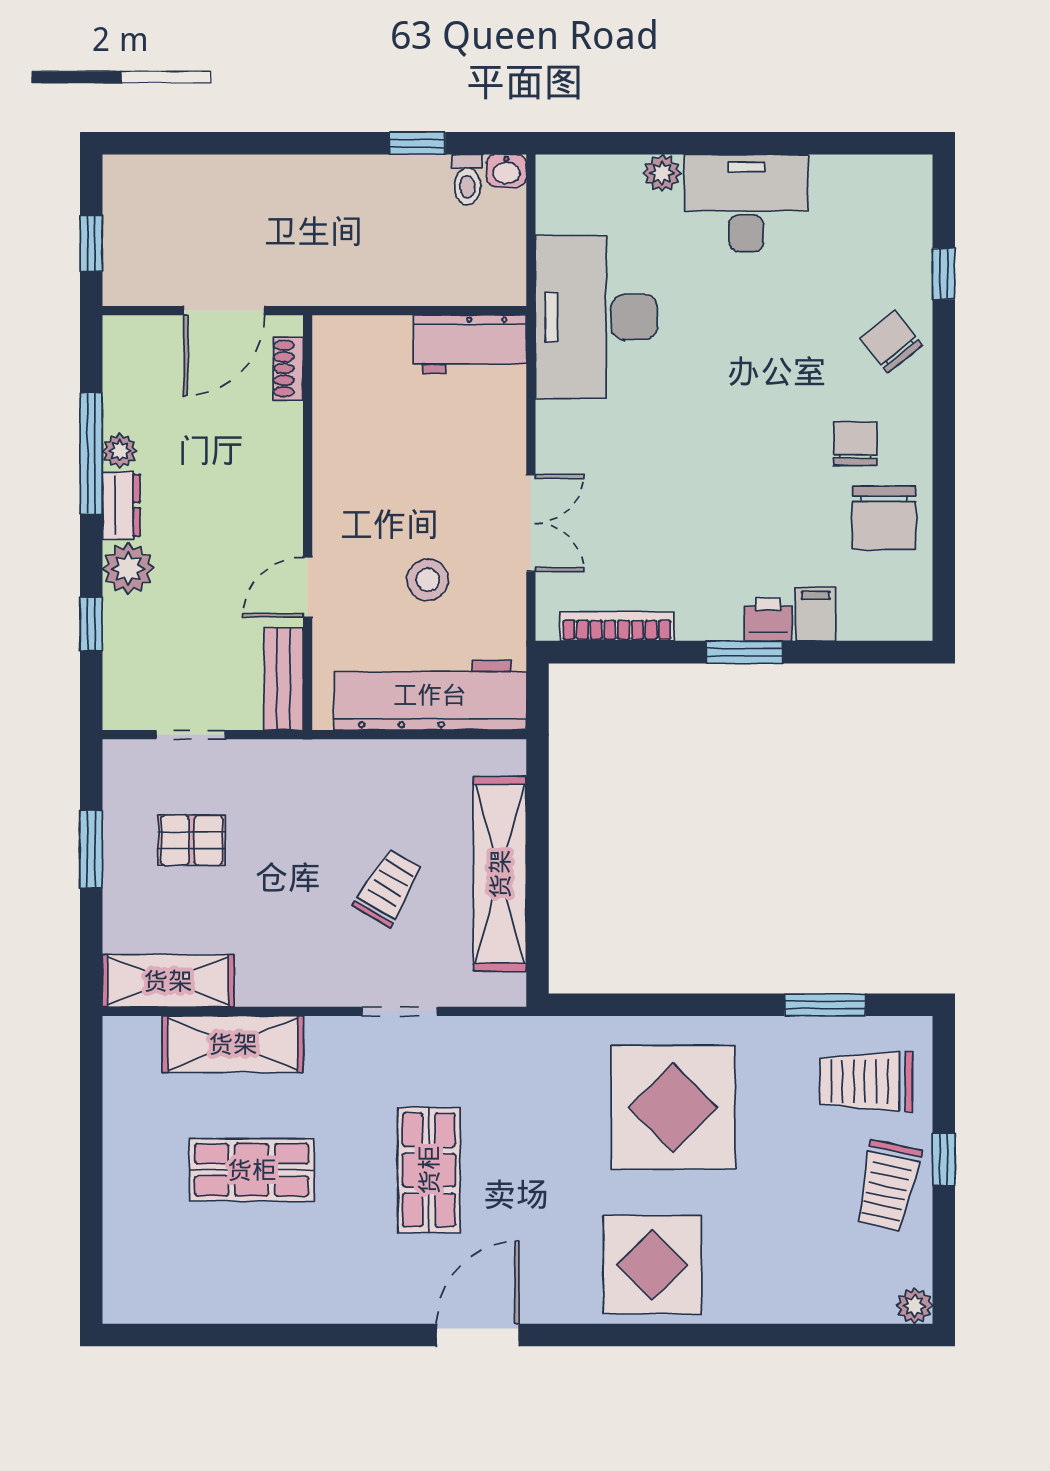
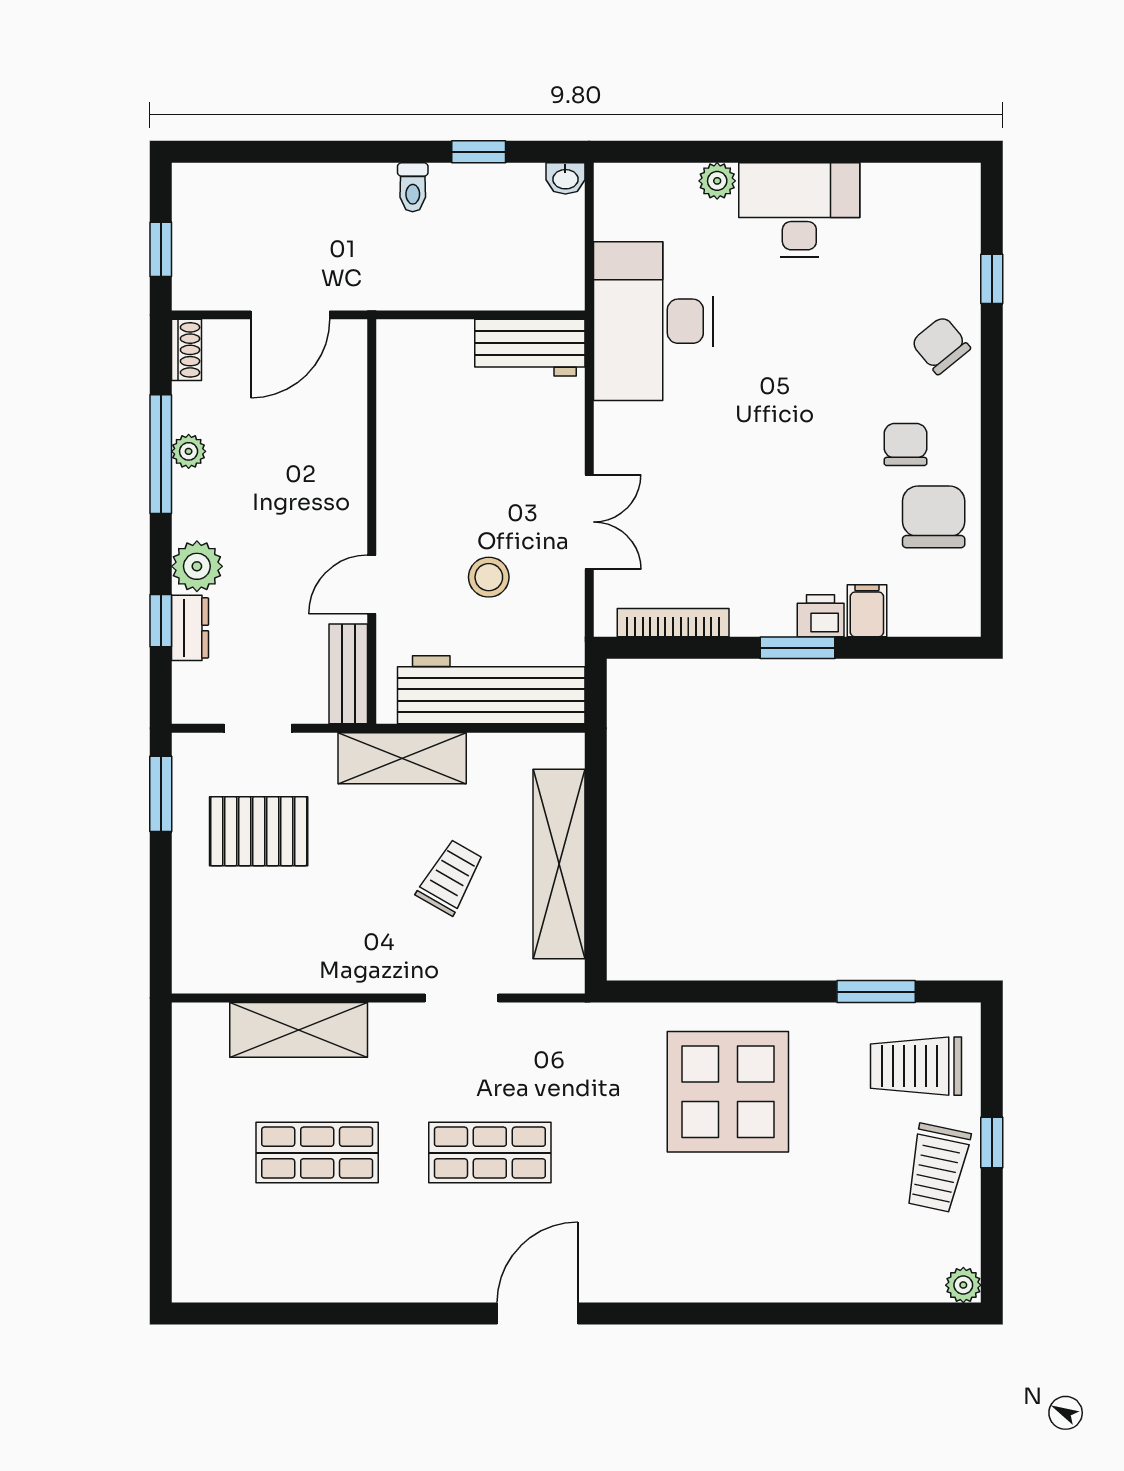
toilet: (467, 180) -> (413, 187), moved
shoe rack: (288, 369) -> (186, 350), moved, turned 180
dresser: (121, 505) -> (190, 628), moved
chair: (884, 518) -> (934, 517), turned 180
pallet: (192, 840) -> (259, 831), width x1.50, depth x1.42
window: (91, 849) -> (161, 794), moved
shelving: (168, 981) -> (402, 758), moved
shop shelf: (429, 1170) -> (490, 1153), turned 90
display table: (652, 1265) -> (708, 1245), removed

